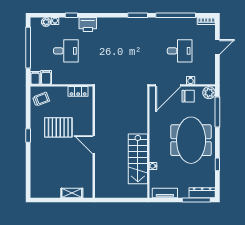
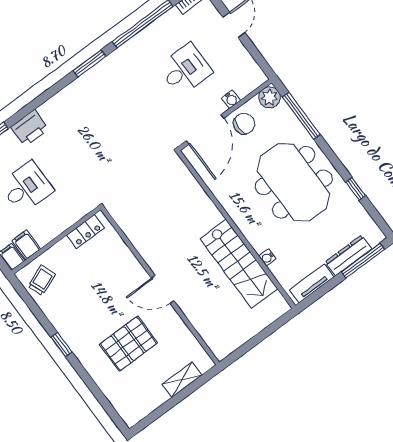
pallet: (58, 127) -> (128, 344), moved
dresser: (202, 193) -> (348, 255), moved

